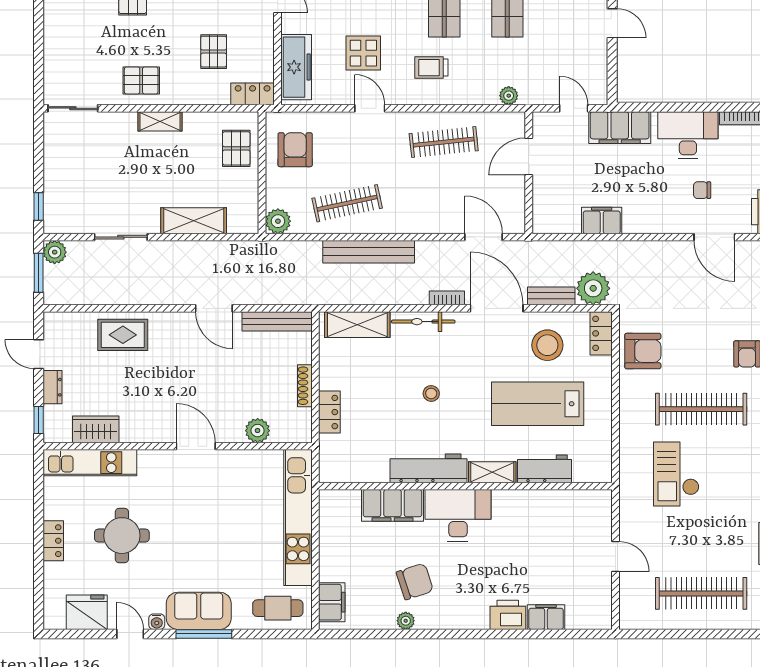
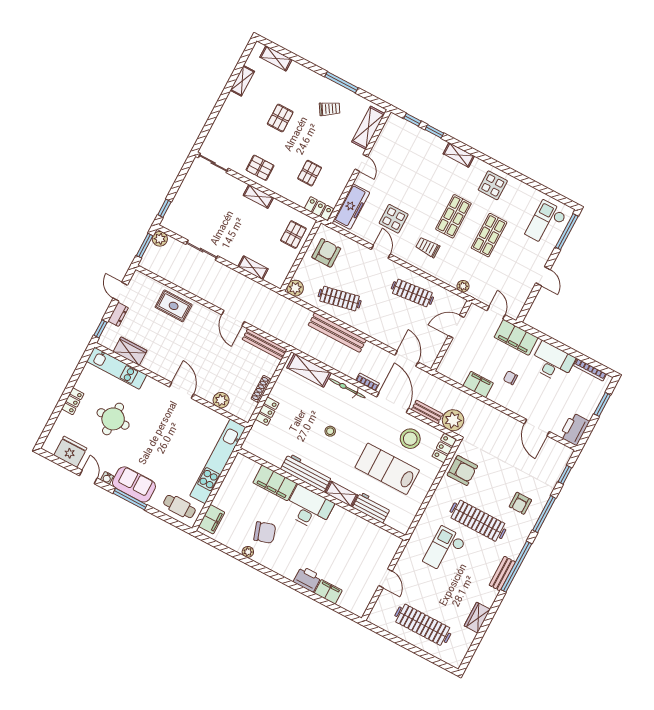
chair: (702, 190) -> (510, 378), moved
shelving: (194, 221) -> (253, 268), width x0.67, depth x0.75

